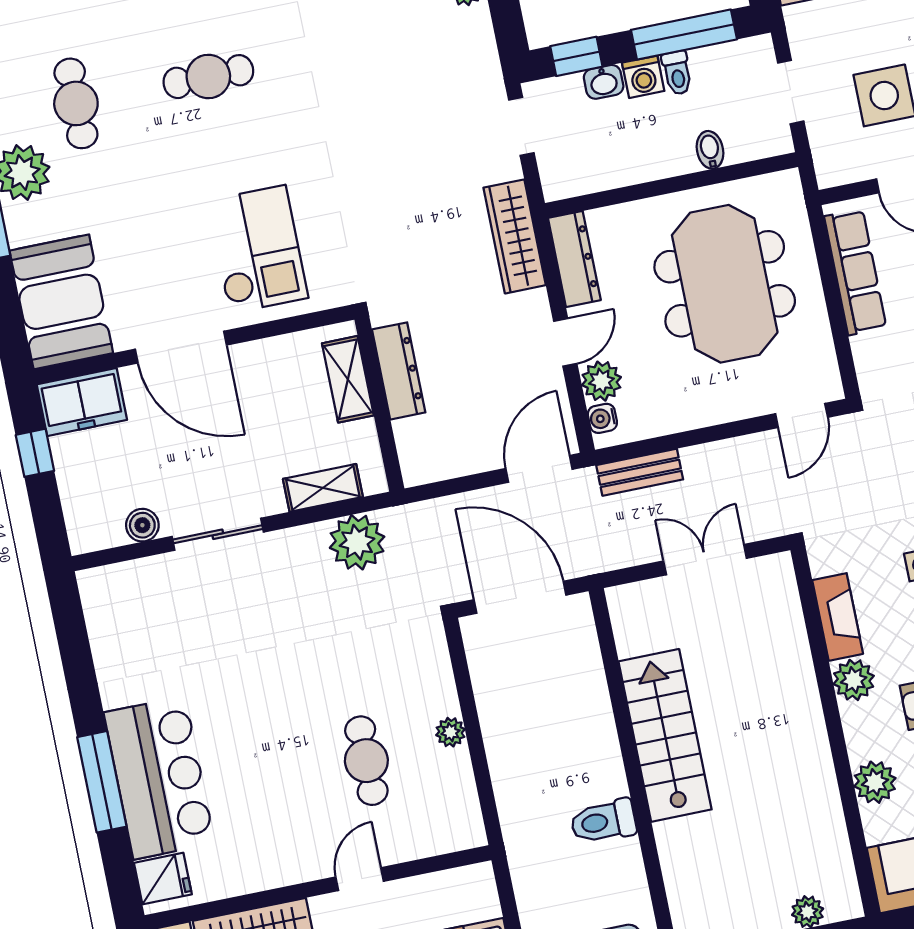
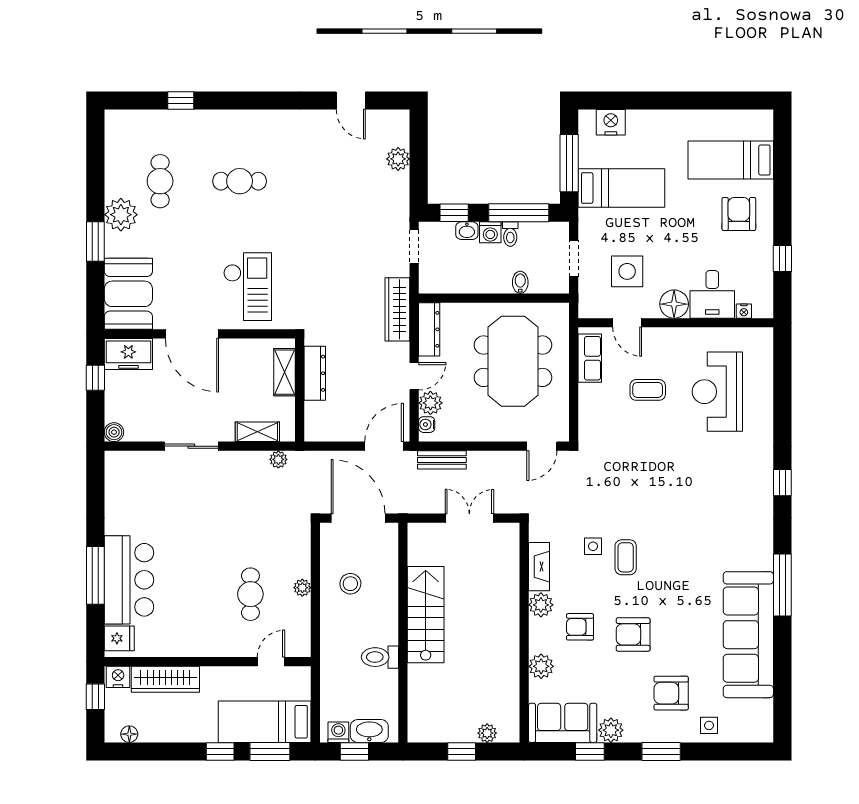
row of seats: (855, 272) -> (590, 358), width x0.68
boiler: (142, 525) -> (114, 432), moved
plant: (357, 542) -> (278, 459), width x0.53, depth x0.53
stool: (529, 709) -> (350, 584), added
door: (360, 879) -> (271, 662), moved

